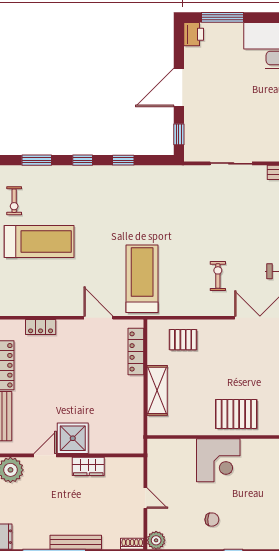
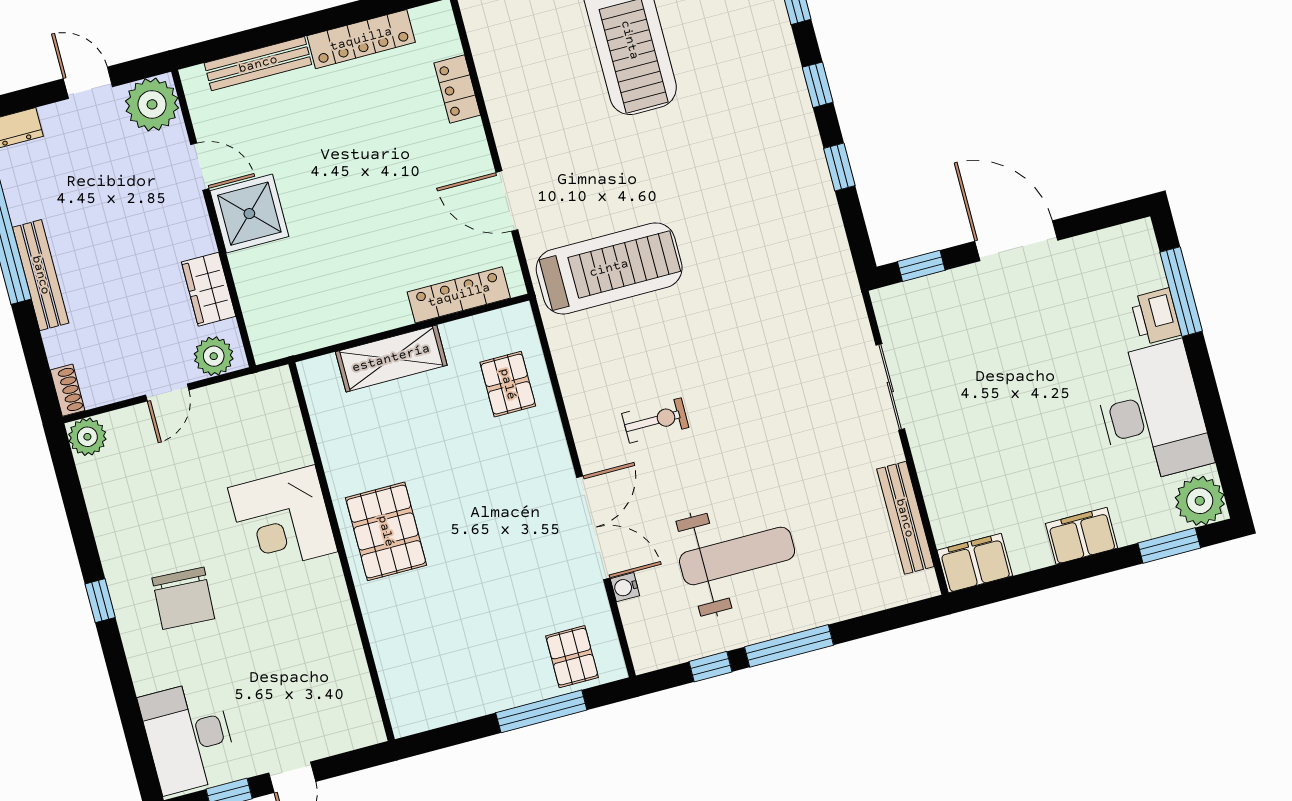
printer: (194, 34) -> (1156, 316), moved, turned 90
door: (98, 318) -> (507, 201), swing flipped
wardrobe: (88, 466) -> (209, 289), moved
plant: (134, 472) -> (214, 356), added
chair: (212, 520) -> (183, 598), moved, width x1.87, depth x1.87

